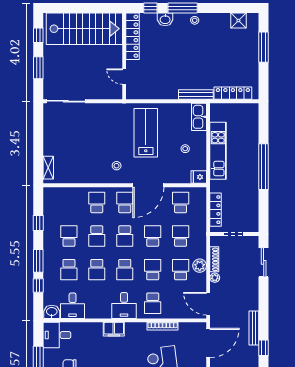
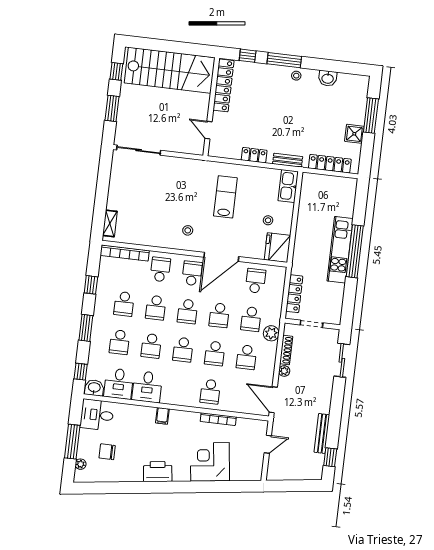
washbasin: (165, 19) -> (328, 78), moved
shower: (238, 21) -> (354, 134), moved
locker: (166, 94) -> (254, 155), added
bench: (196, 95) -> (288, 160), width x0.73
lab bench: (146, 133) -> (225, 197), width x0.73, depth x0.72
kitchen unit: (218, 151) -> (340, 250), moved, turned 180
fridge: (199, 177) -> (277, 248), width x1.88, depth x1.34
bookcase: (64, 192) -> (125, 253), added
school desk: (69, 236) -> (124, 304), turned 180
school desk: (153, 236) -> (219, 315), turned 180
school desk: (181, 236) -> (251, 319), turned 180
plant: (200, 266) -> (271, 333), moved
school desk: (153, 270) -> (215, 353), turned 180
school desk: (181, 270) -> (246, 357), turned 180
window: (38, 285) -> (81, 372), moved
desk: (124, 305) -> (147, 387), moved
filing cabinet: (114, 329) -> (162, 416), width x0.50
door: (208, 343) -> (268, 444), width x0.53

